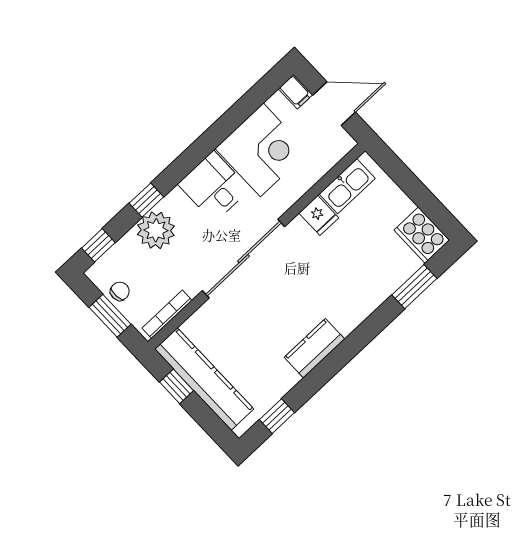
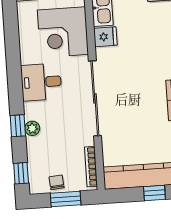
corner desk: (262, 150) -> (63, 32), moved, turned 180
plant: (156, 230) -> (32, 128), width x0.53, depth x0.53
window: (177, 386) -> (154, 193), moved

